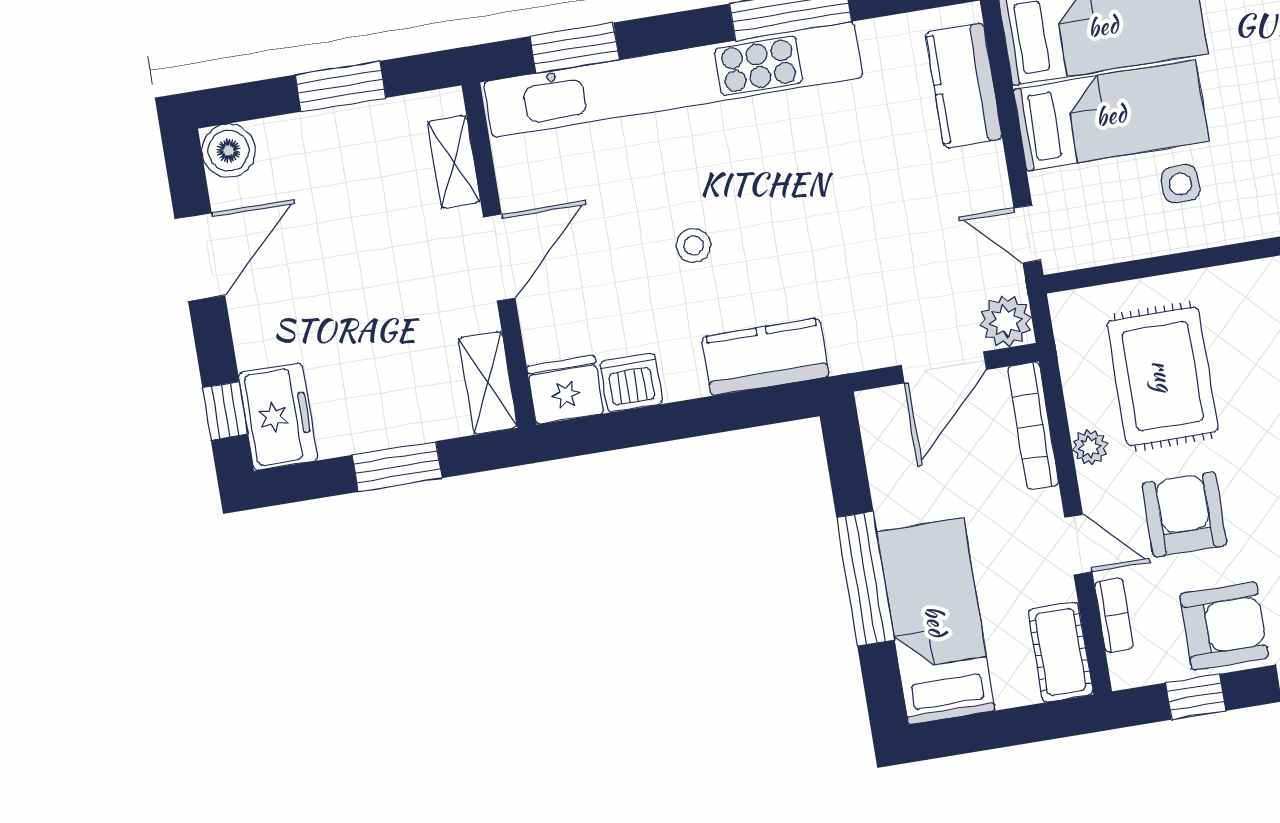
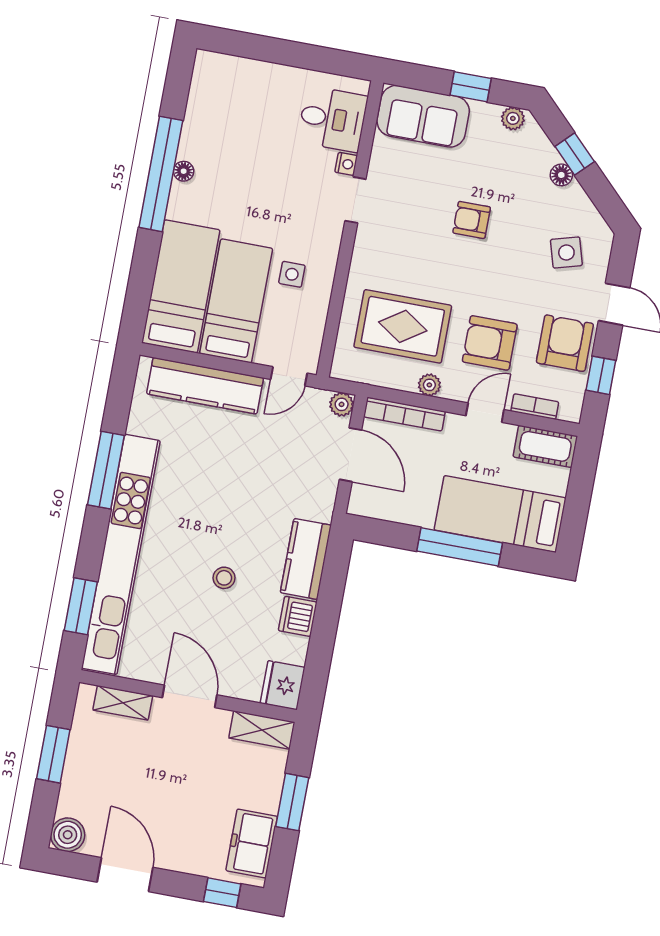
kitchen counter: (964, 86) -> (205, 386), width x1.50
plant: (1006, 321) -> (342, 404), width x0.73, depth x0.73
dishwasher: (631, 383) -> (298, 616), moved
freezer: (278, 417) -> (252, 843), moved, turned -90

